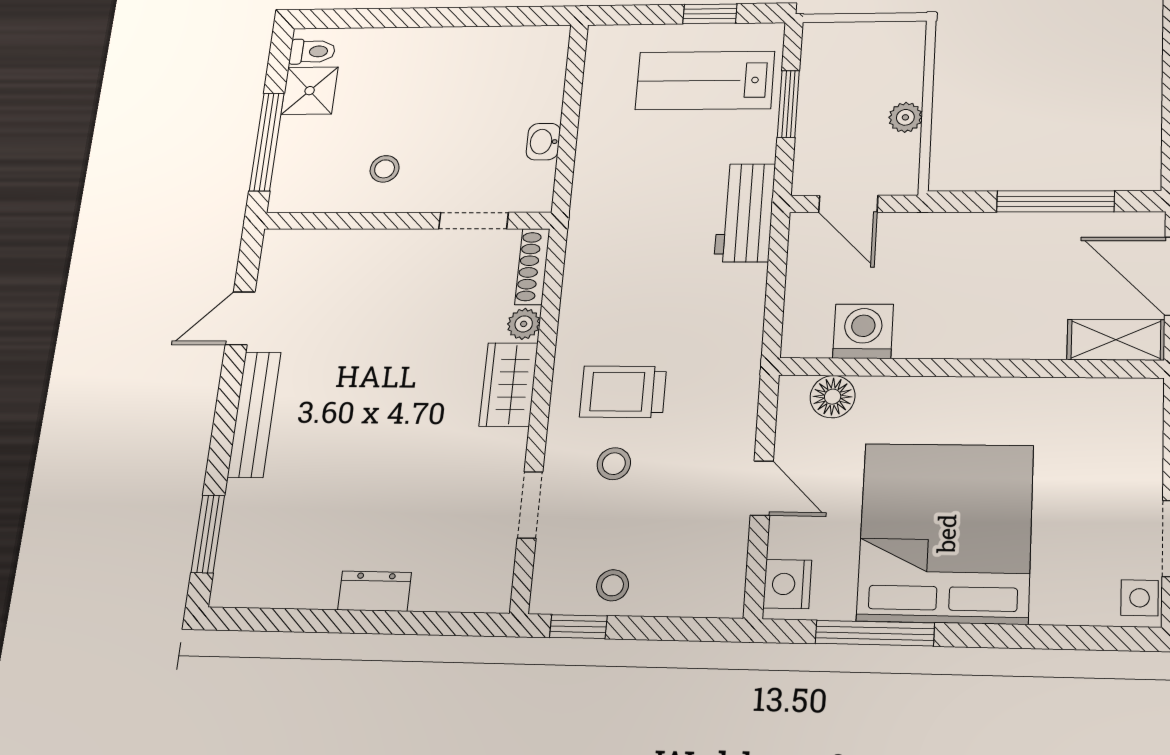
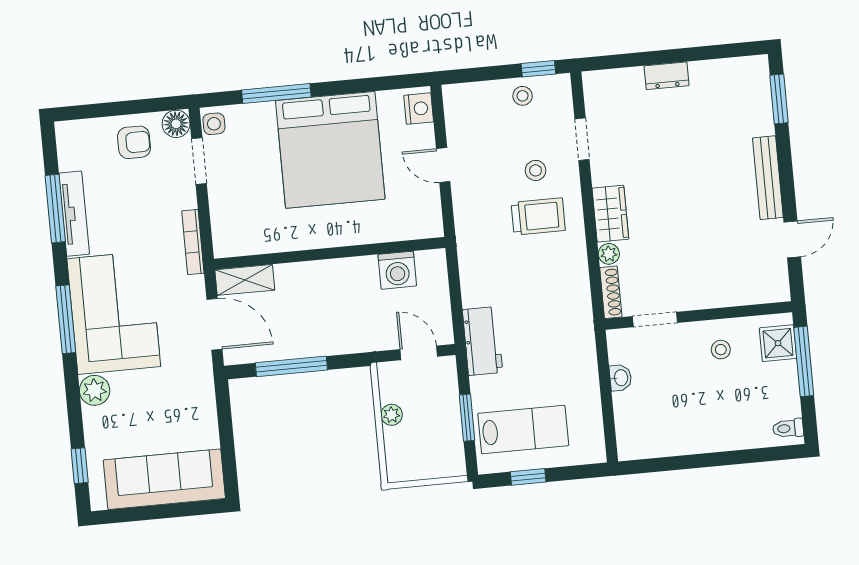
shower: (310, 91) -> (778, 343), moved
floor lamp: (833, 397) -> (409, 227), removed
window: (875, 633) -> (276, 94), moved

